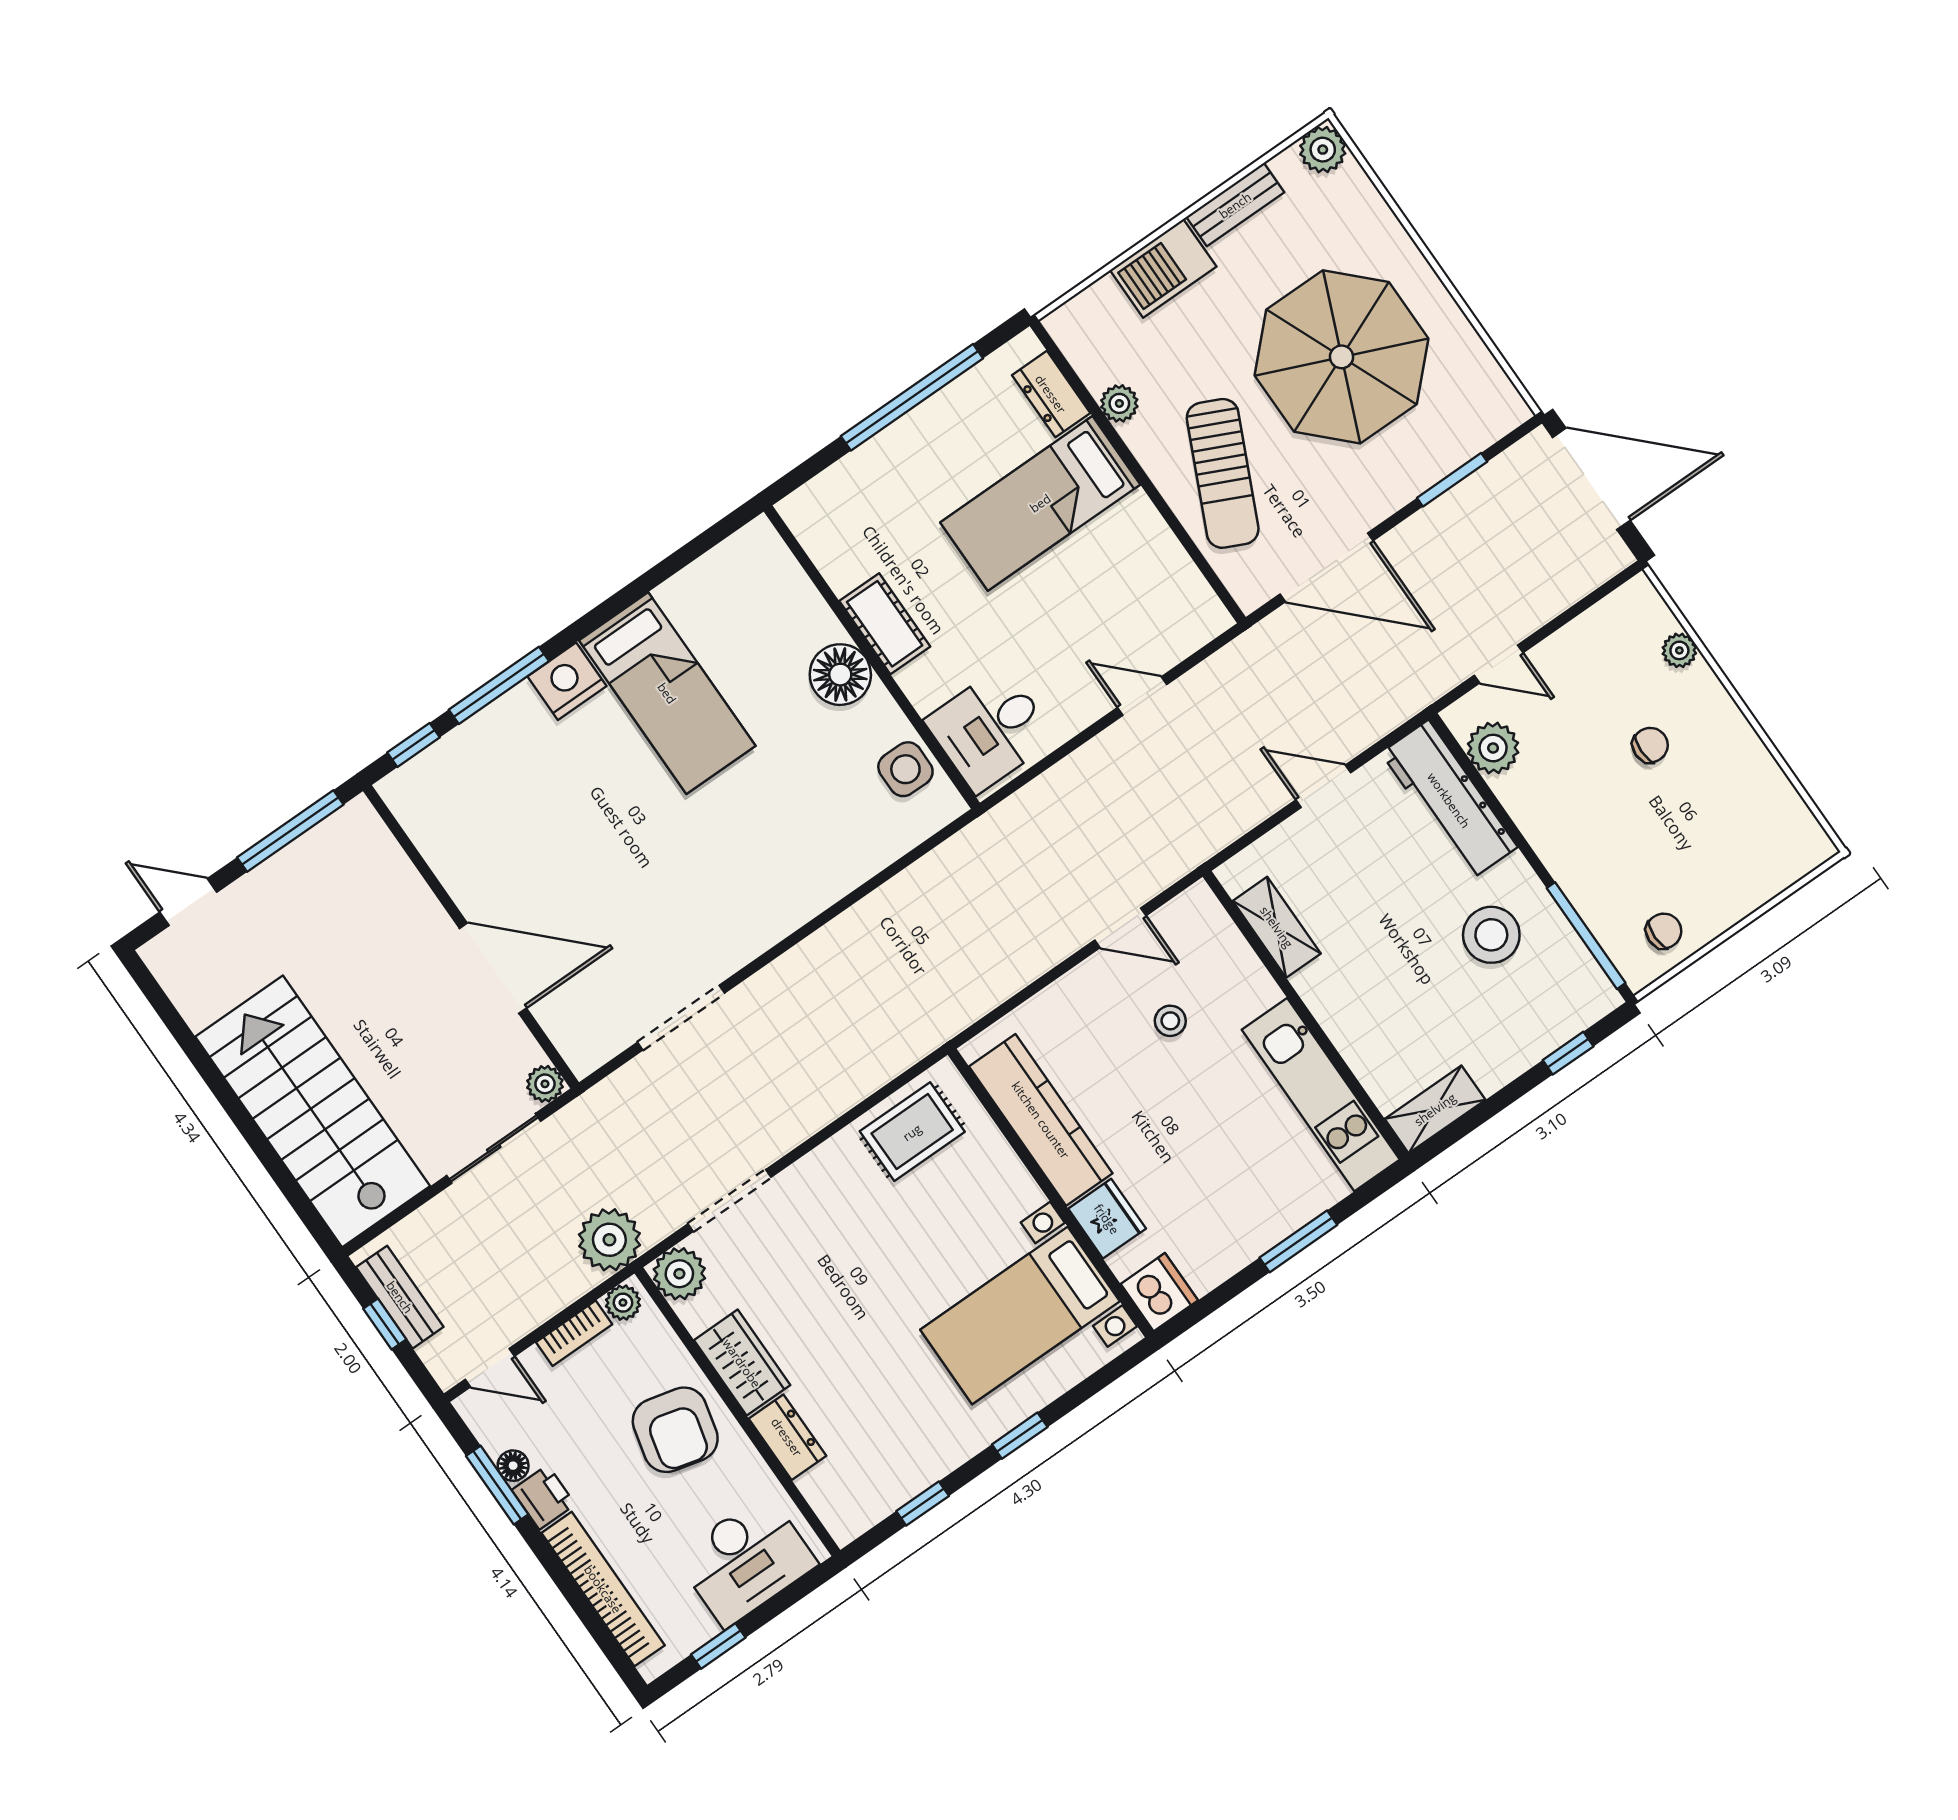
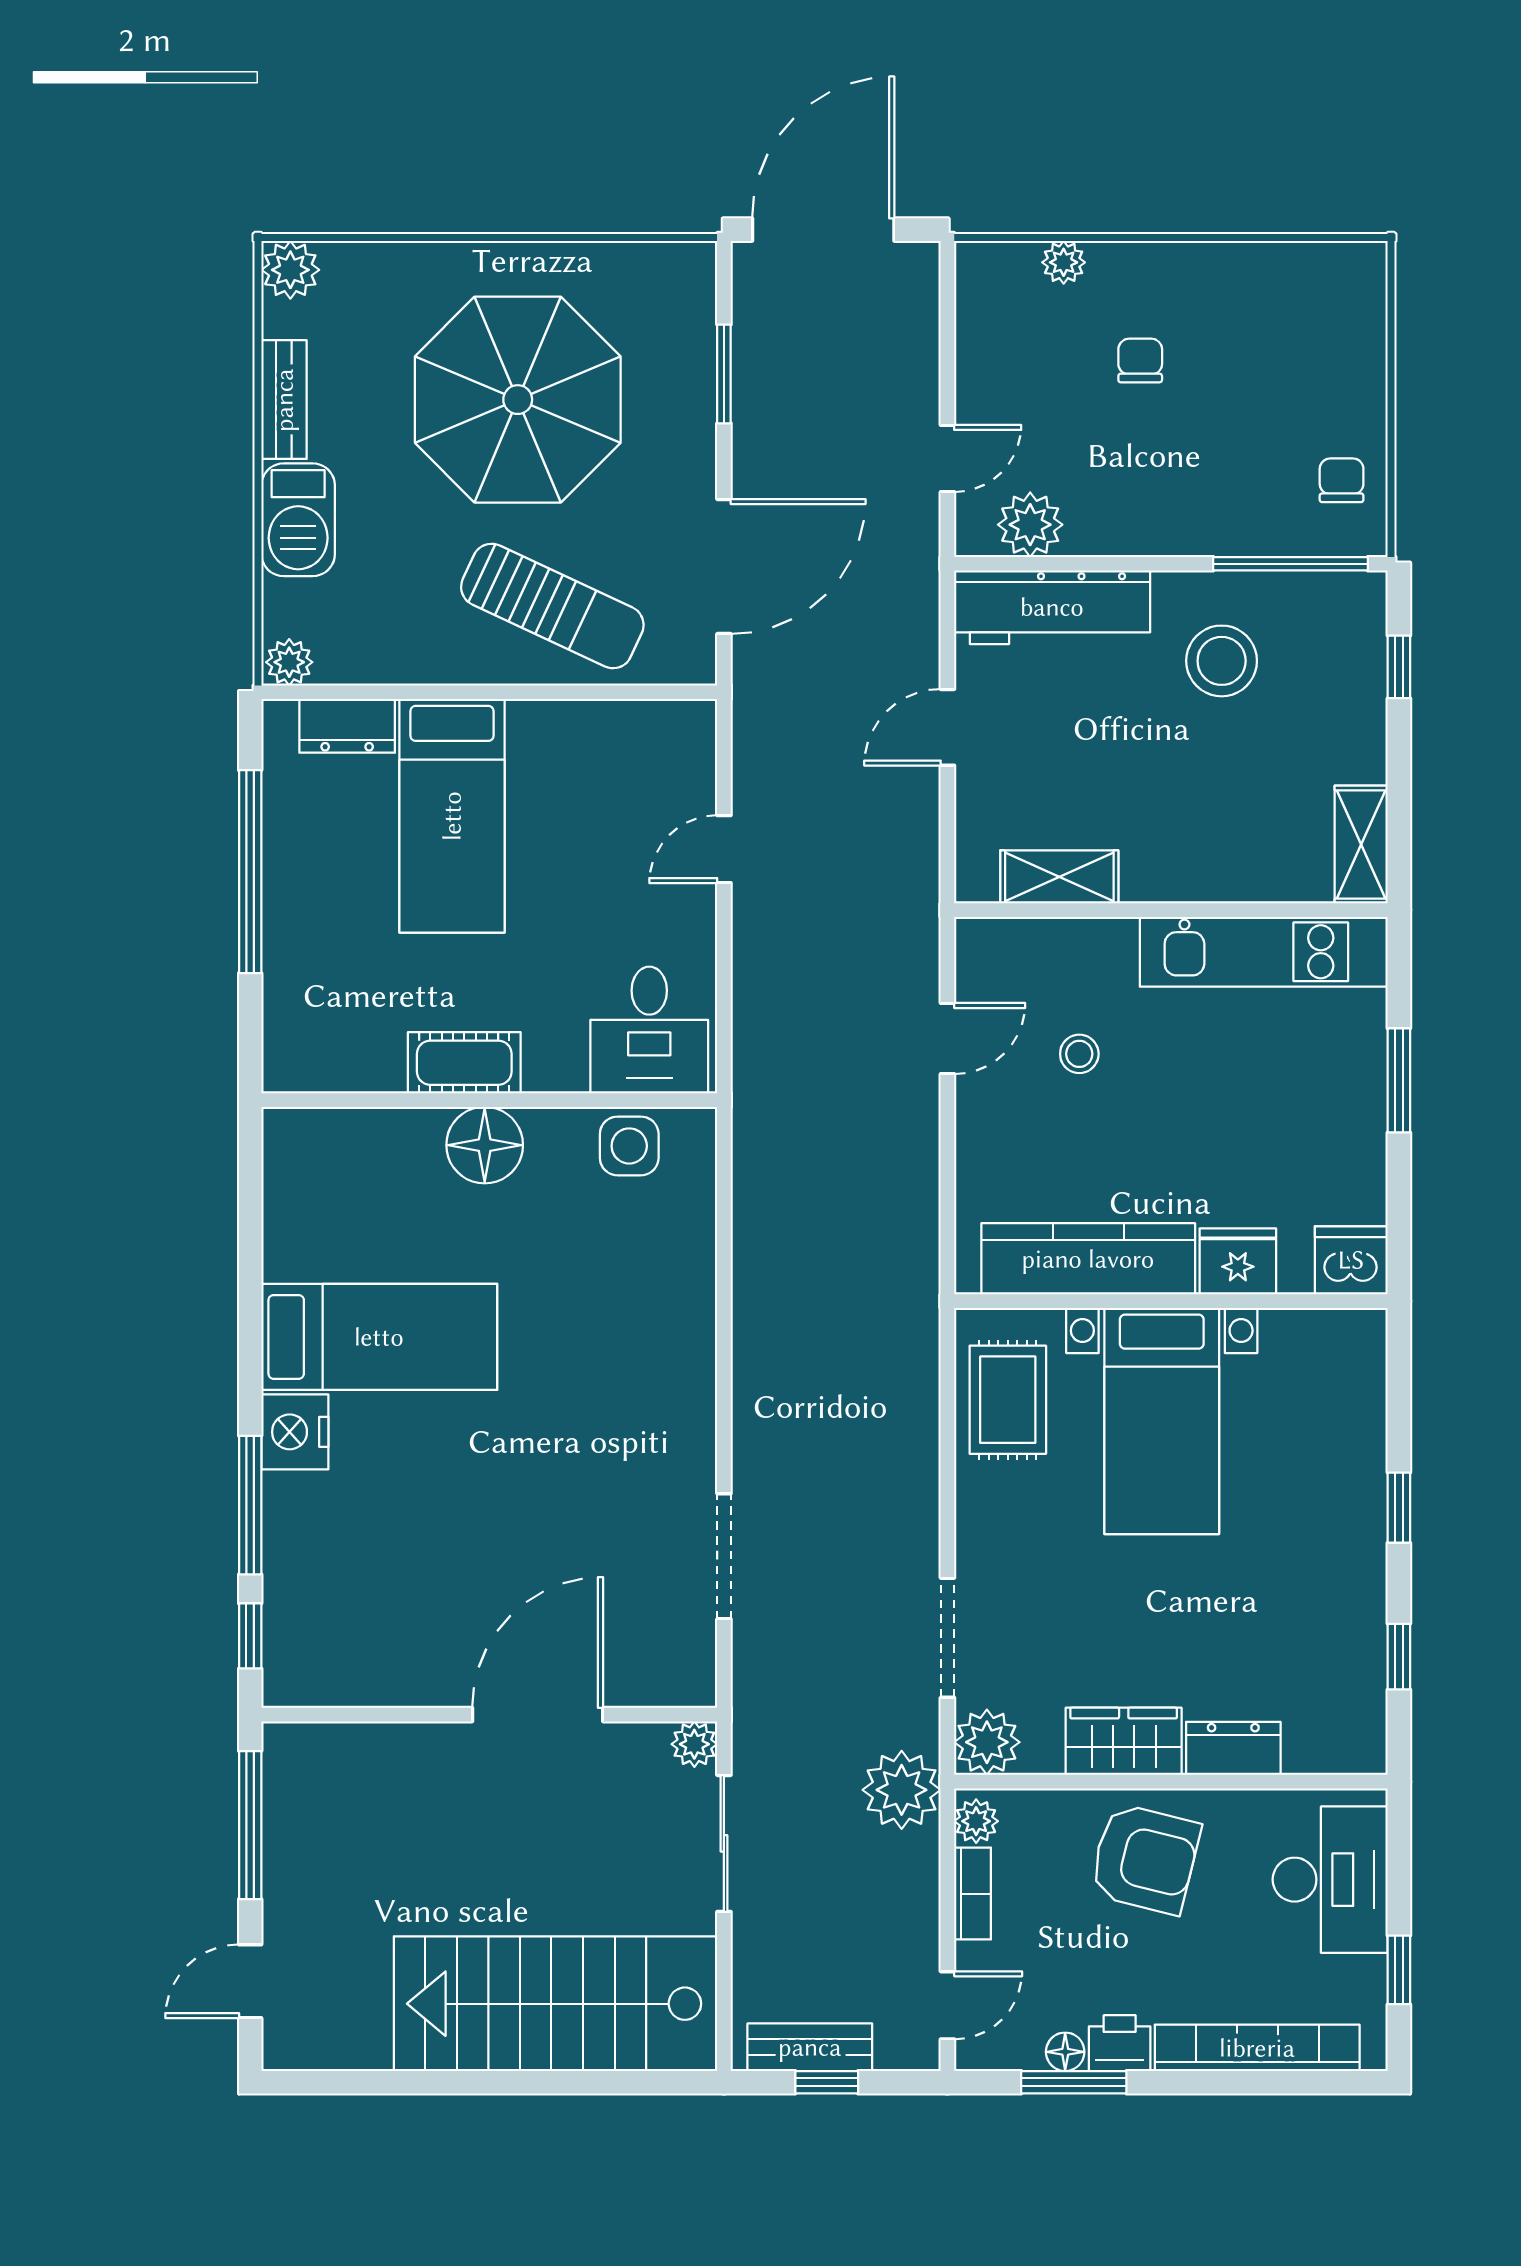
plant: (1119, 403) -> (289, 662), moved
bed with nightstands: (1020, 1316) -> (1162, 1421), moved

